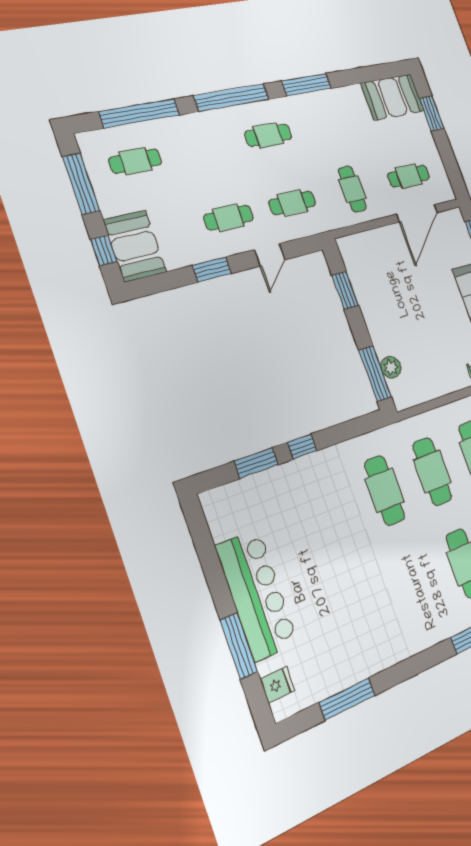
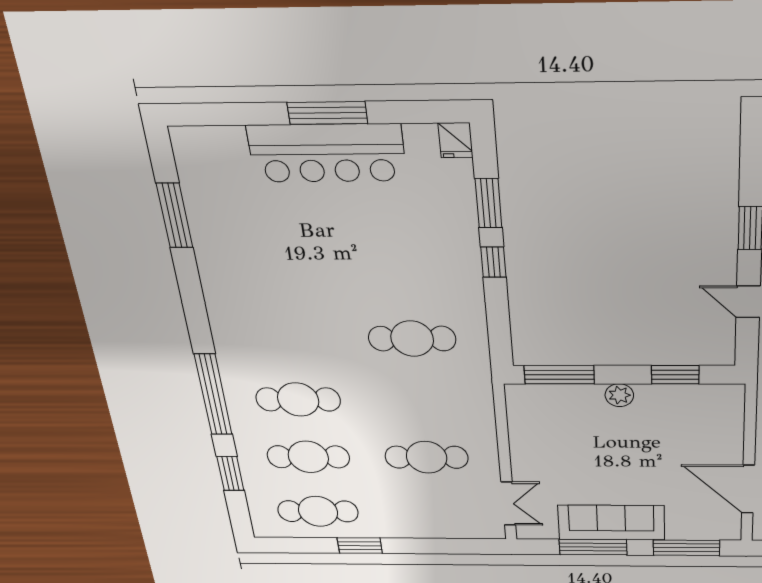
plant: (391, 367) -> (619, 395), moved
cafe table: (432, 471) -> (420, 400), removed
window: (239, 646) -> (327, 113), moved
fridge: (277, 685) -> (456, 140), moved

